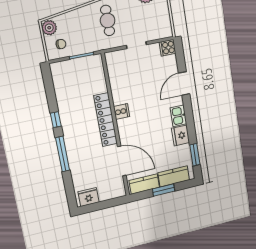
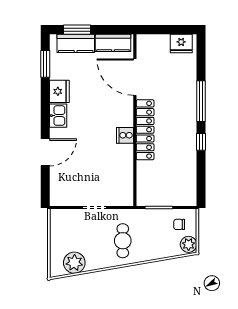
cooker: (168, 48) -> (59, 198), removed
window: (164, 190) -> (77, 30), moved

